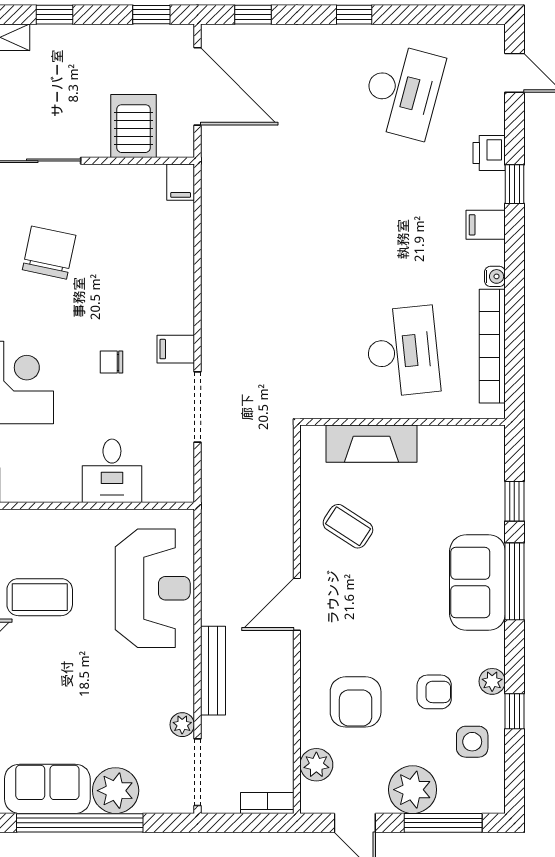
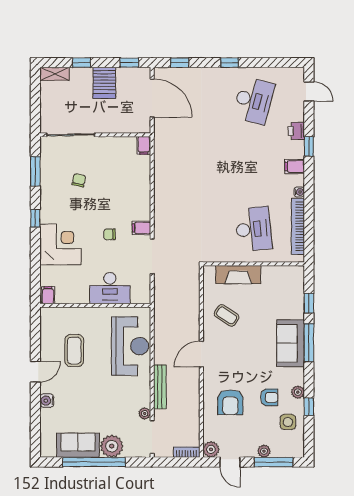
server rack: (133, 126) -> (104, 83), moved, turned 180
chair: (49, 253) -> (79, 180), width x0.54, depth x0.54
desk: (112, 471) -> (110, 288), width x1.37
coffee table: (40, 597) -> (74, 351), turned 90
plant: (316, 765) -> (211, 449), moved
plant: (413, 790) -> (264, 451), width x0.53, depth x0.53

